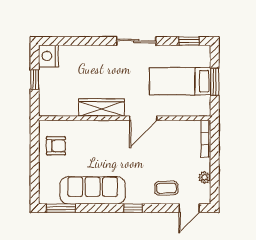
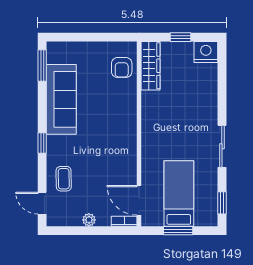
wardrobe: (101, 108) -> (150, 66), moved
door: (143, 118) -> (139, 200), moved
bookcase: (206, 139) -> (124, 221), width x0.64
armchair: (56, 146) -> (122, 67), moved
plant: (205, 178) -> (89, 220), moved

